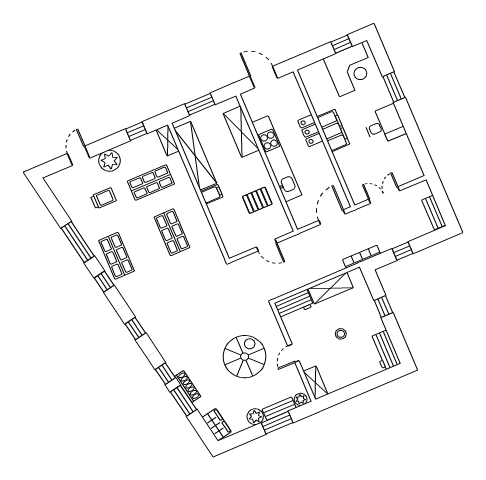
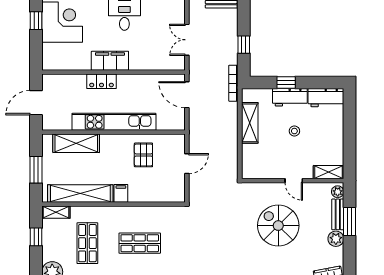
workbench: (294, 304) -> (290, 97), moved, turned 90

